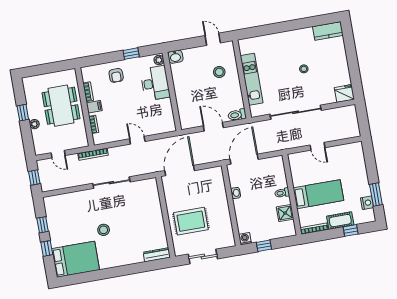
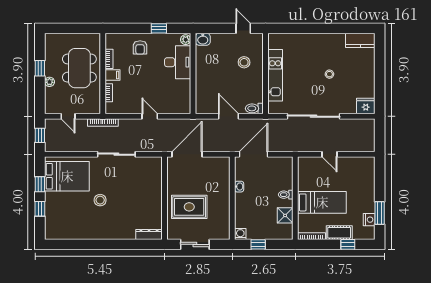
bed: (76, 259) -> (67, 176), moved

